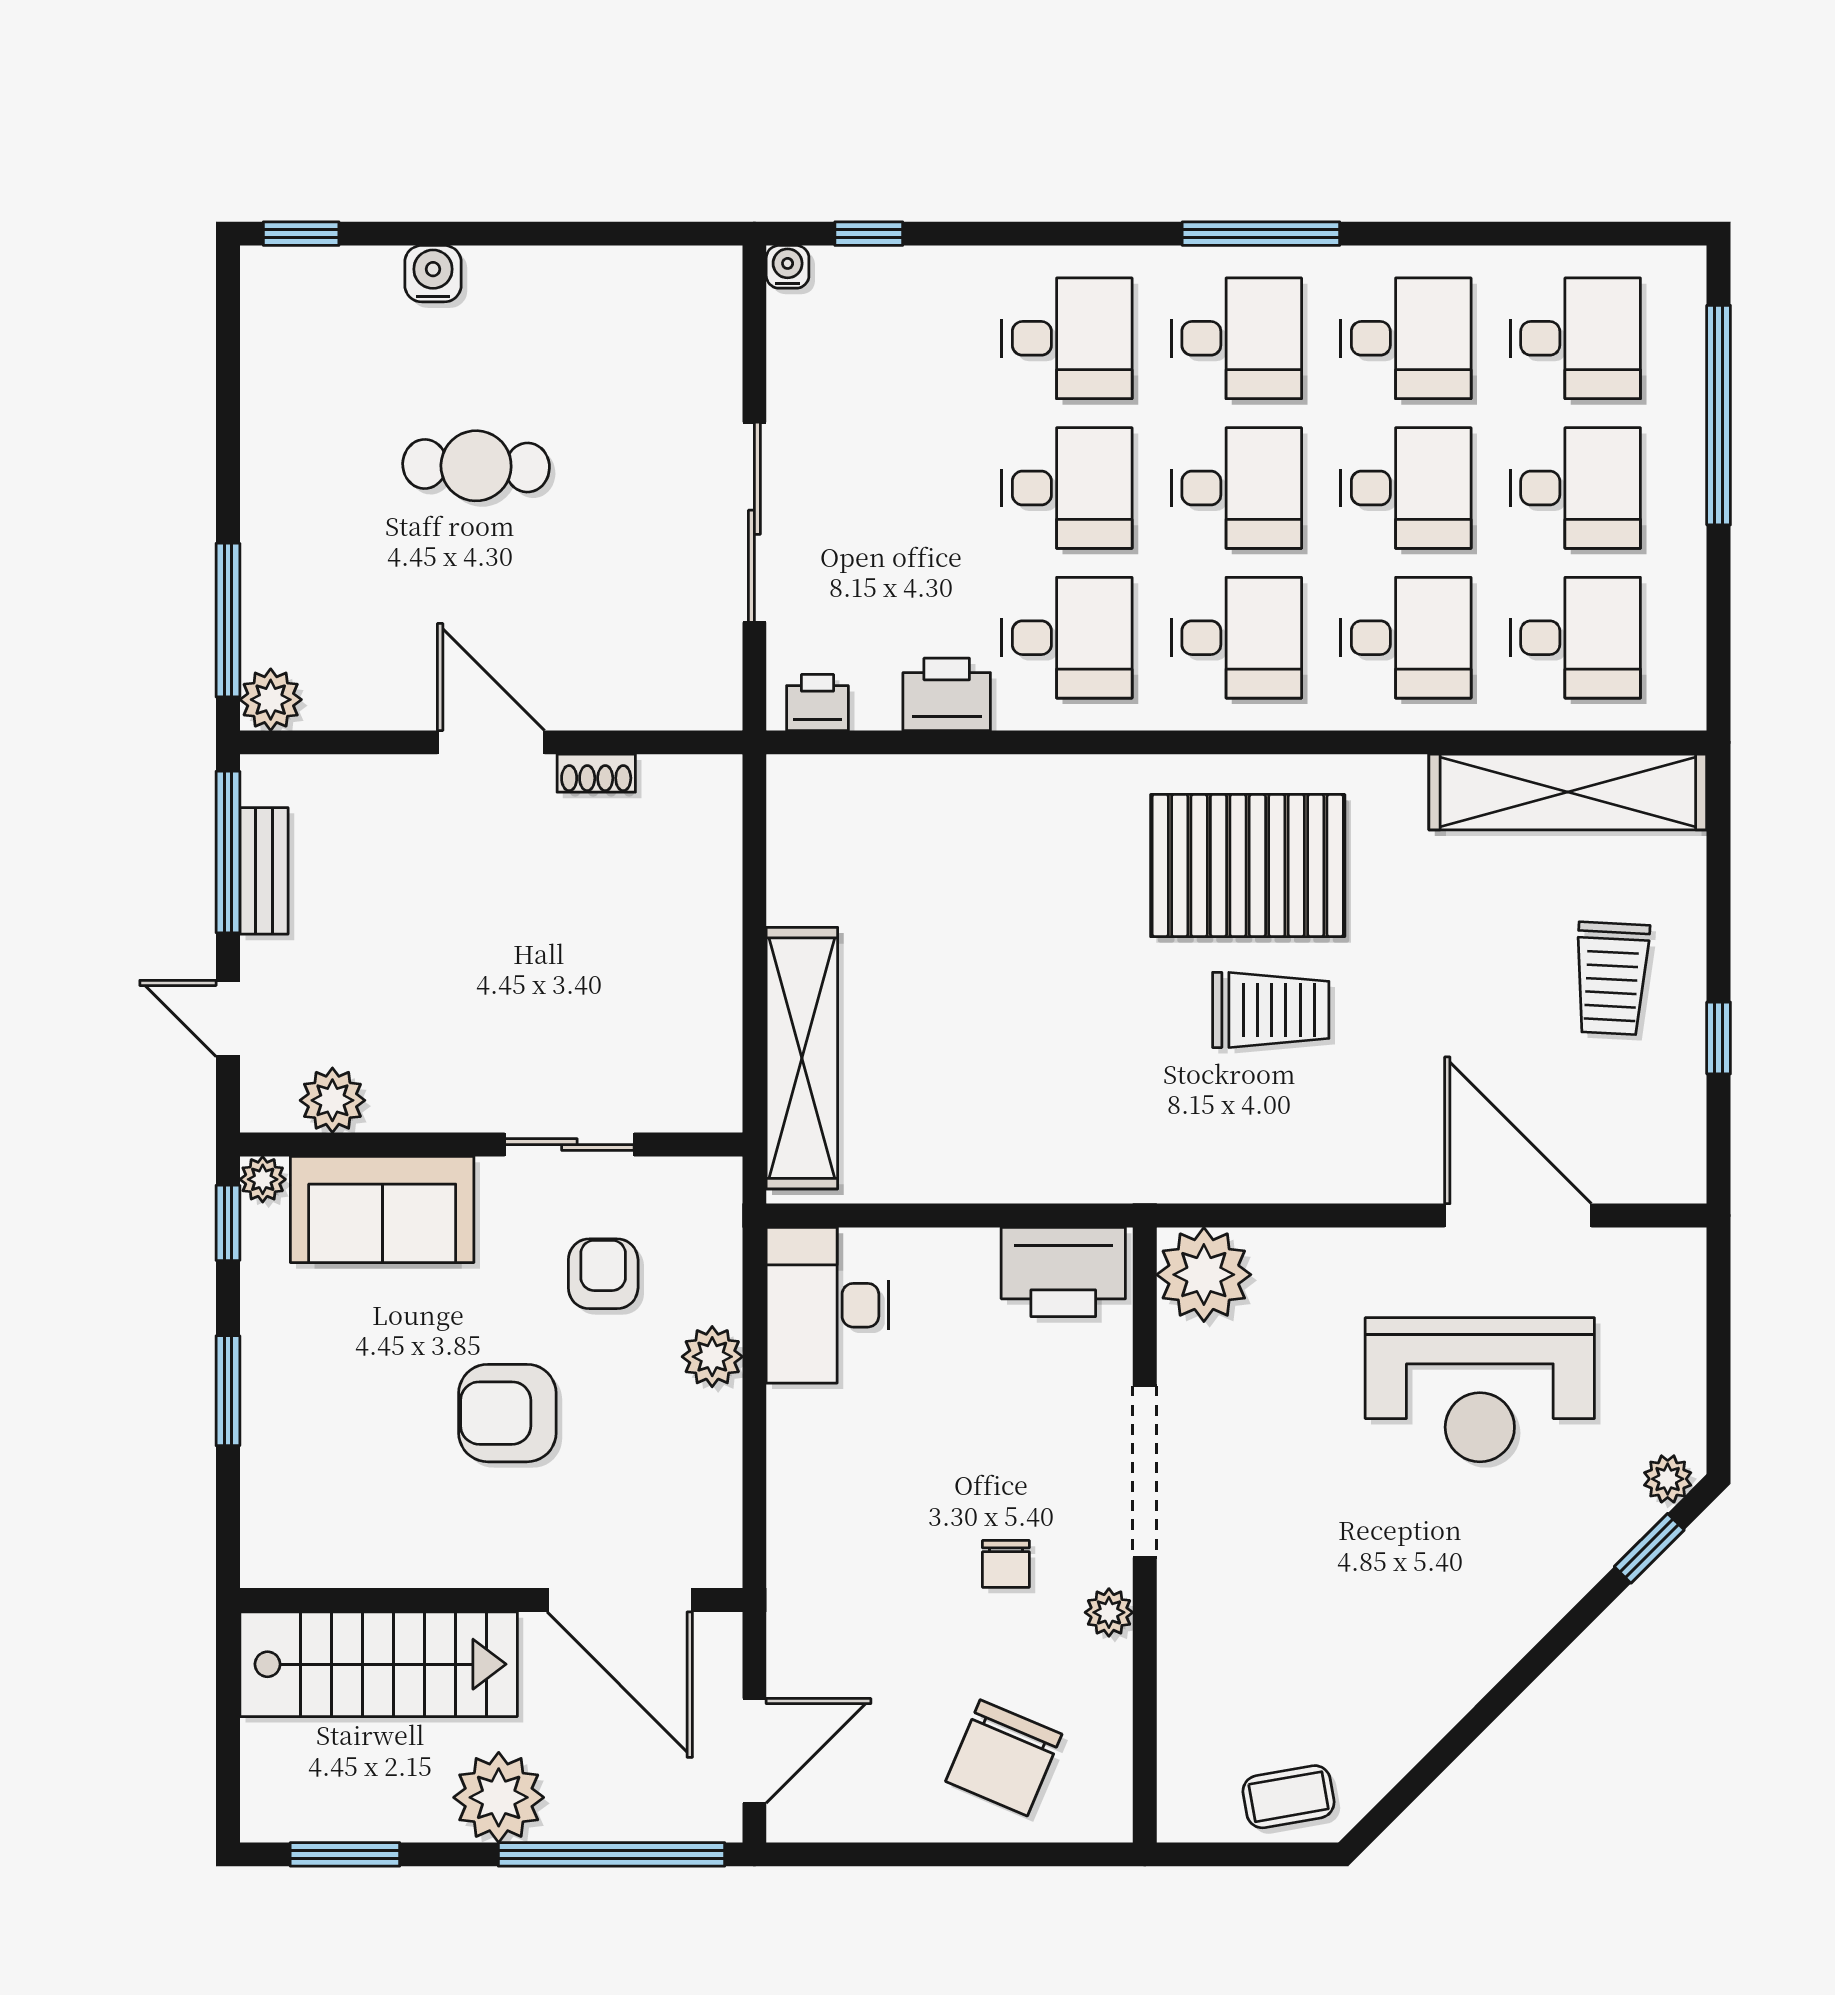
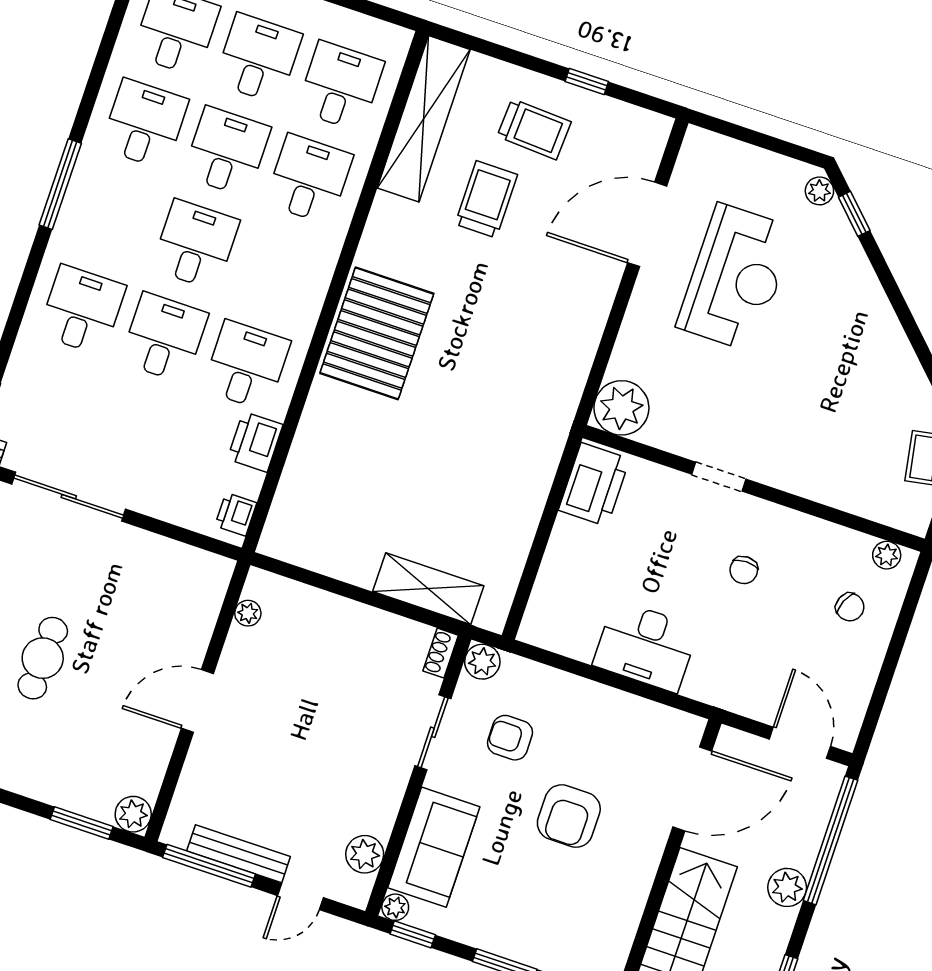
desk: (1236, 338) -> (113, 217), removed
sliding door: (754, 522) -> (69, 497), moved
window: (228, 620) -> (82, 823), width x0.69
desk: (1236, 638) -> (278, 272), removed
shoe rack: (596, 773) -> (441, 653), moved, turned 180
plant: (662, 777) -> (248, 613), added
pallet: (1248, 866) -> (377, 333), moved
bench: (264, 871) -> (239, 854), width x1.36
trolley: (1271, 1010) -> (486, 199), moved
shelving: (802, 1058) -> (428, 589), width x0.68
desk: (827, 1305) -> (646, 646), moved
plant: (712, 1357) -> (482, 662), moved
doorway: (1145, 1472) -> (719, 477), width x0.53
chair: (1006, 1564) -> (744, 570), turned 90
plant: (1109, 1612) -> (887, 555), moved
chair: (1004, 1758) -> (850, 607), width x0.54, depth x0.54
plant: (499, 1797) -> (787, 887), width x0.73, depth x0.73

